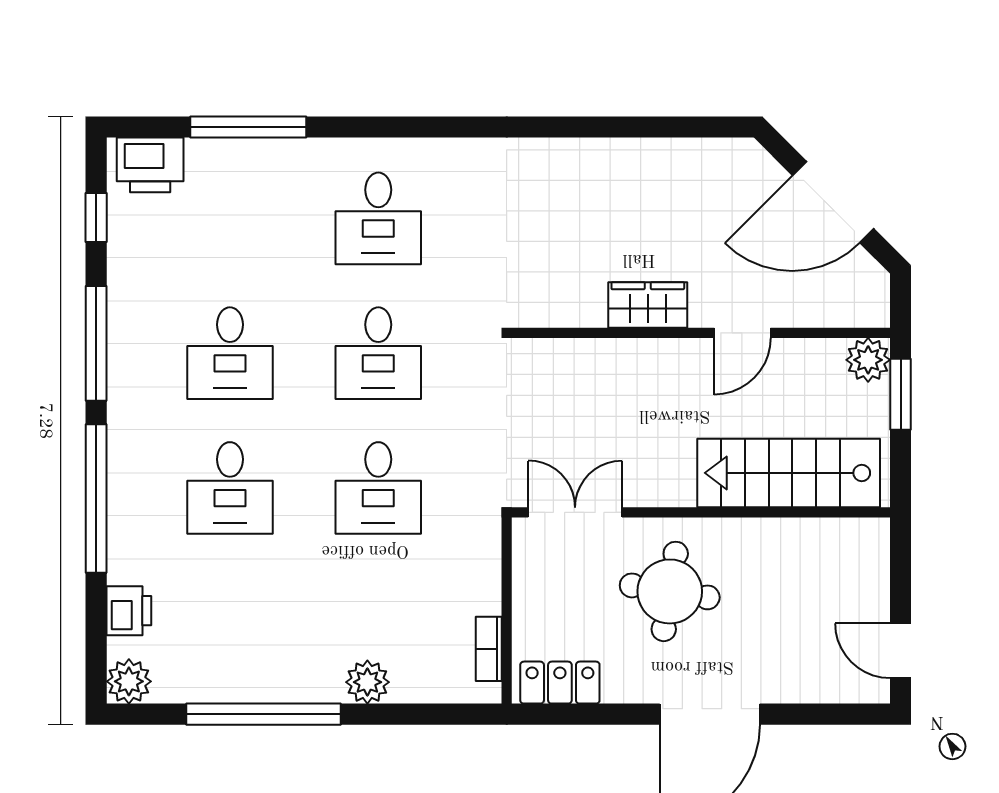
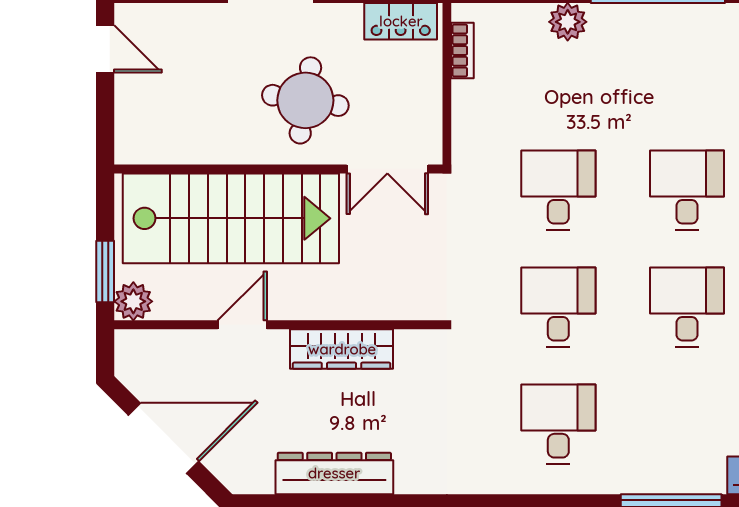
dresser: (636, 162) -> (334, 473), added
wardrobe: (648, 305) -> (342, 349), width x1.50
stairs: (789, 473) -> (231, 218), width x1.36, depth x1.51

